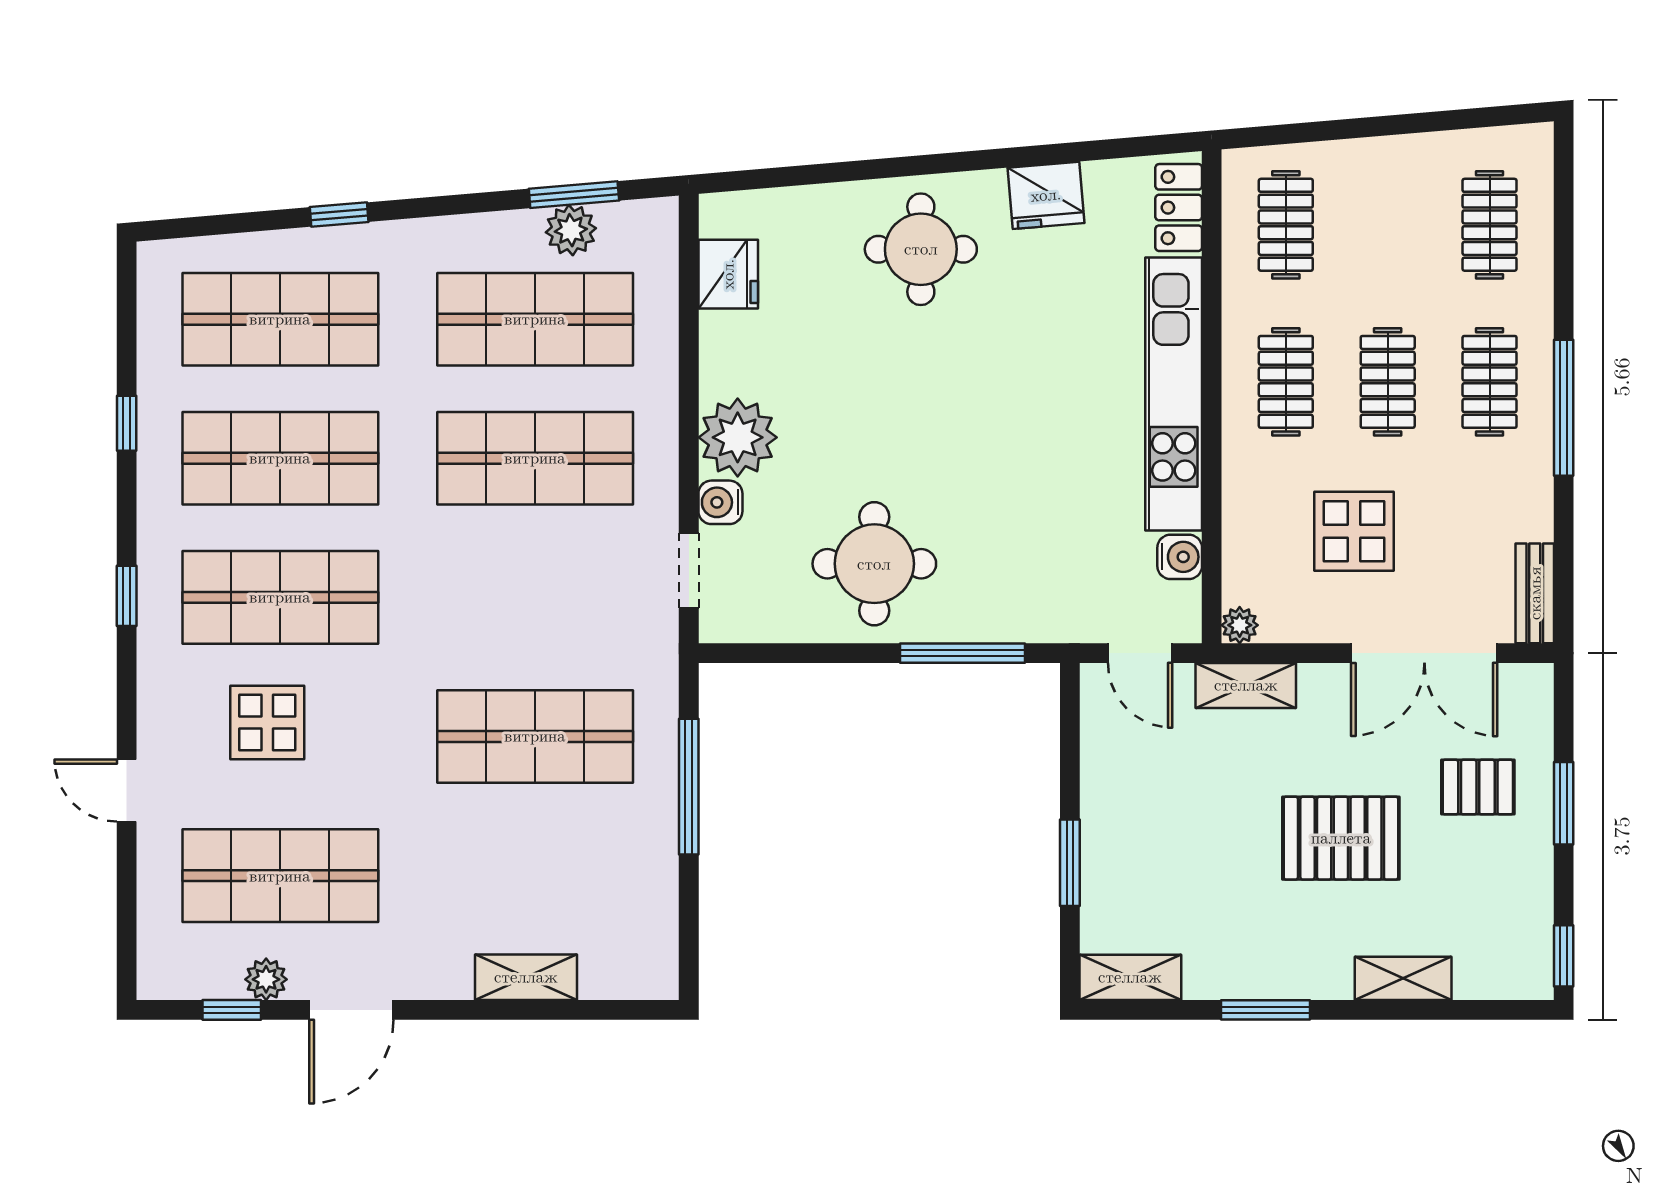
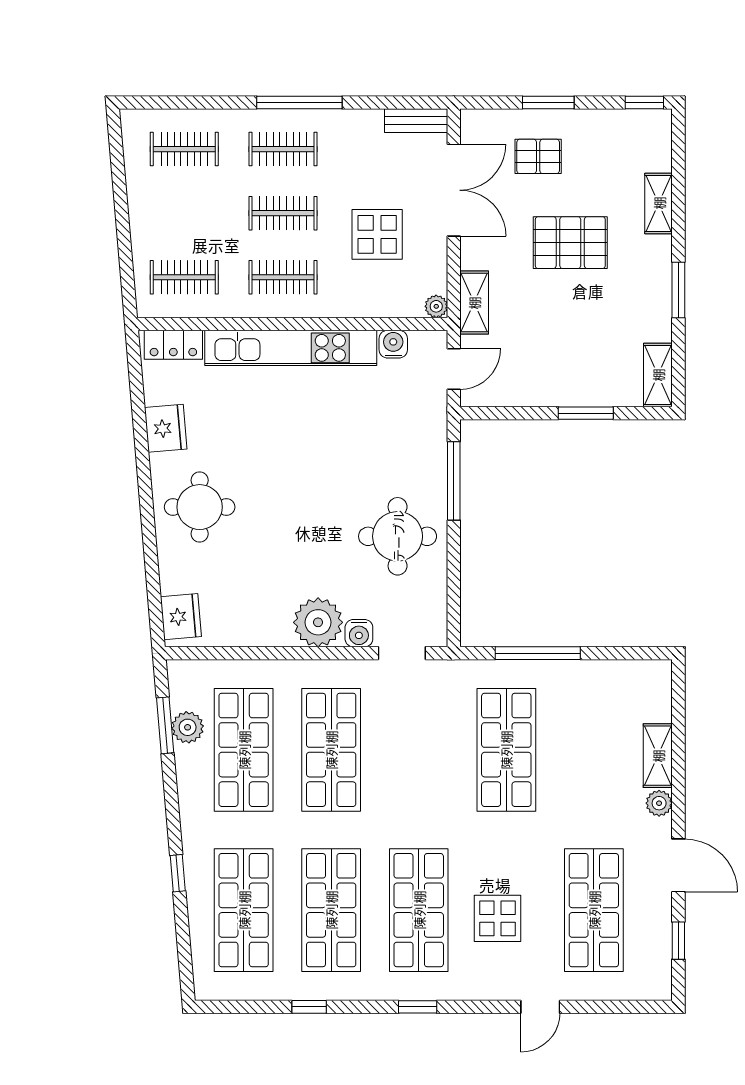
fridge: (728, 274) -> (181, 617), moved, turned 85
pallet: (1478, 787) -> (538, 156), turned 90
pallet: (1341, 838) -> (570, 243), turned 90
plant: (266, 979) -> (659, 803), moved

